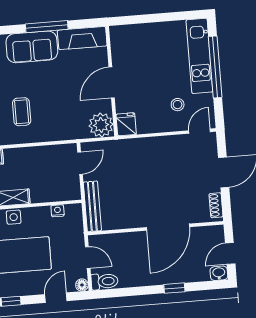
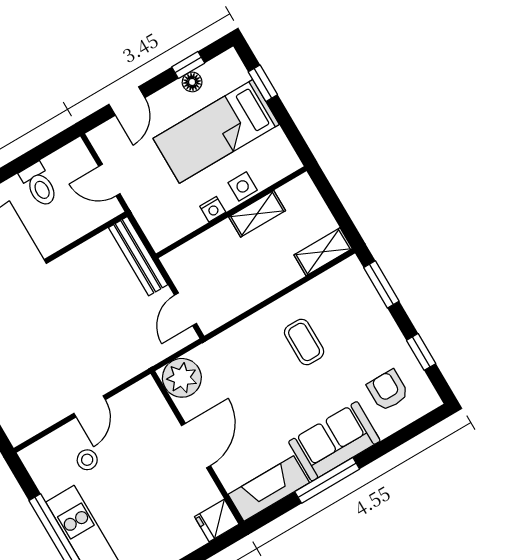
fridge: (126, 124) -> (217, 520), moved, turned 90
door: (200, 131) -> (90, 406), moved
nightstand: (58, 211) -> (213, 209), moved
toilet: (105, 281) -> (39, 185), moved, turned -90
floor lamp: (82, 285) -> (192, 82), moved

